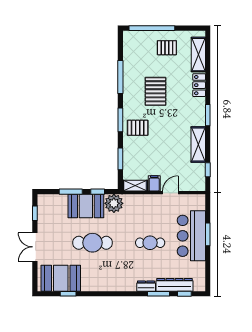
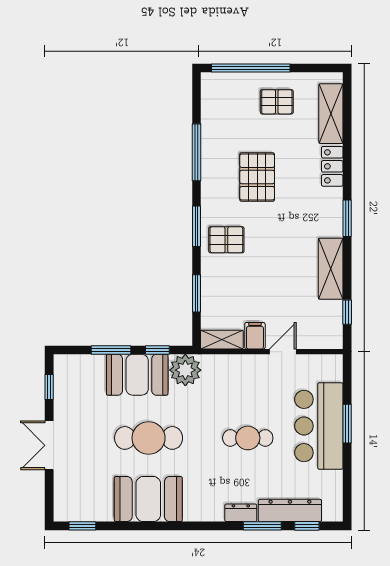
booth: (61, 278) -> (148, 499), moved
window: (68, 294) -> (82, 526), moved

